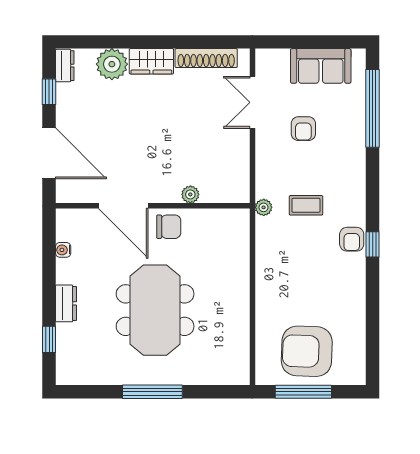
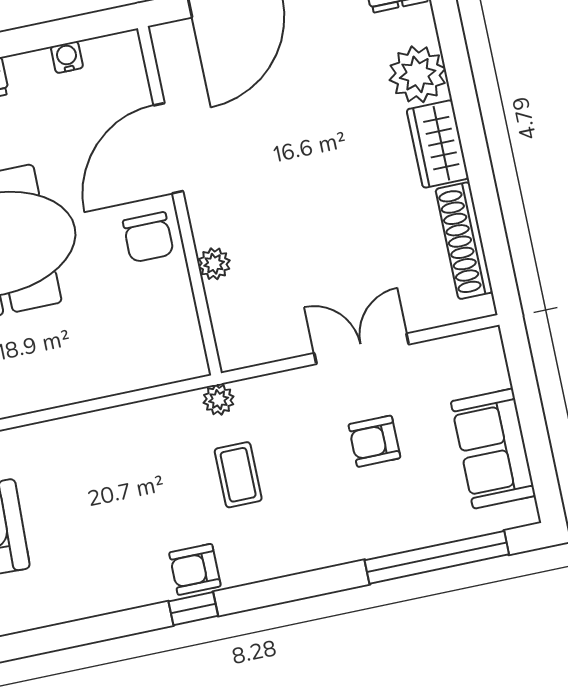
double door: (252, 102) -> (361, 349), moved

